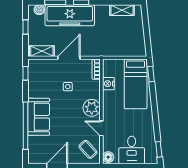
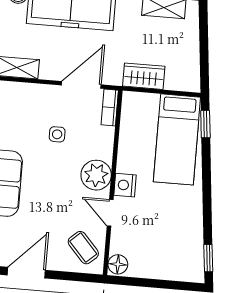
wardrobe: (114, 50) -> (144, 76), added
door: (69, 58) -> (81, 85), moved
nightstand: (108, 84) -> (125, 185), moved
desk: (132, 150) -> (160, 255), removed

